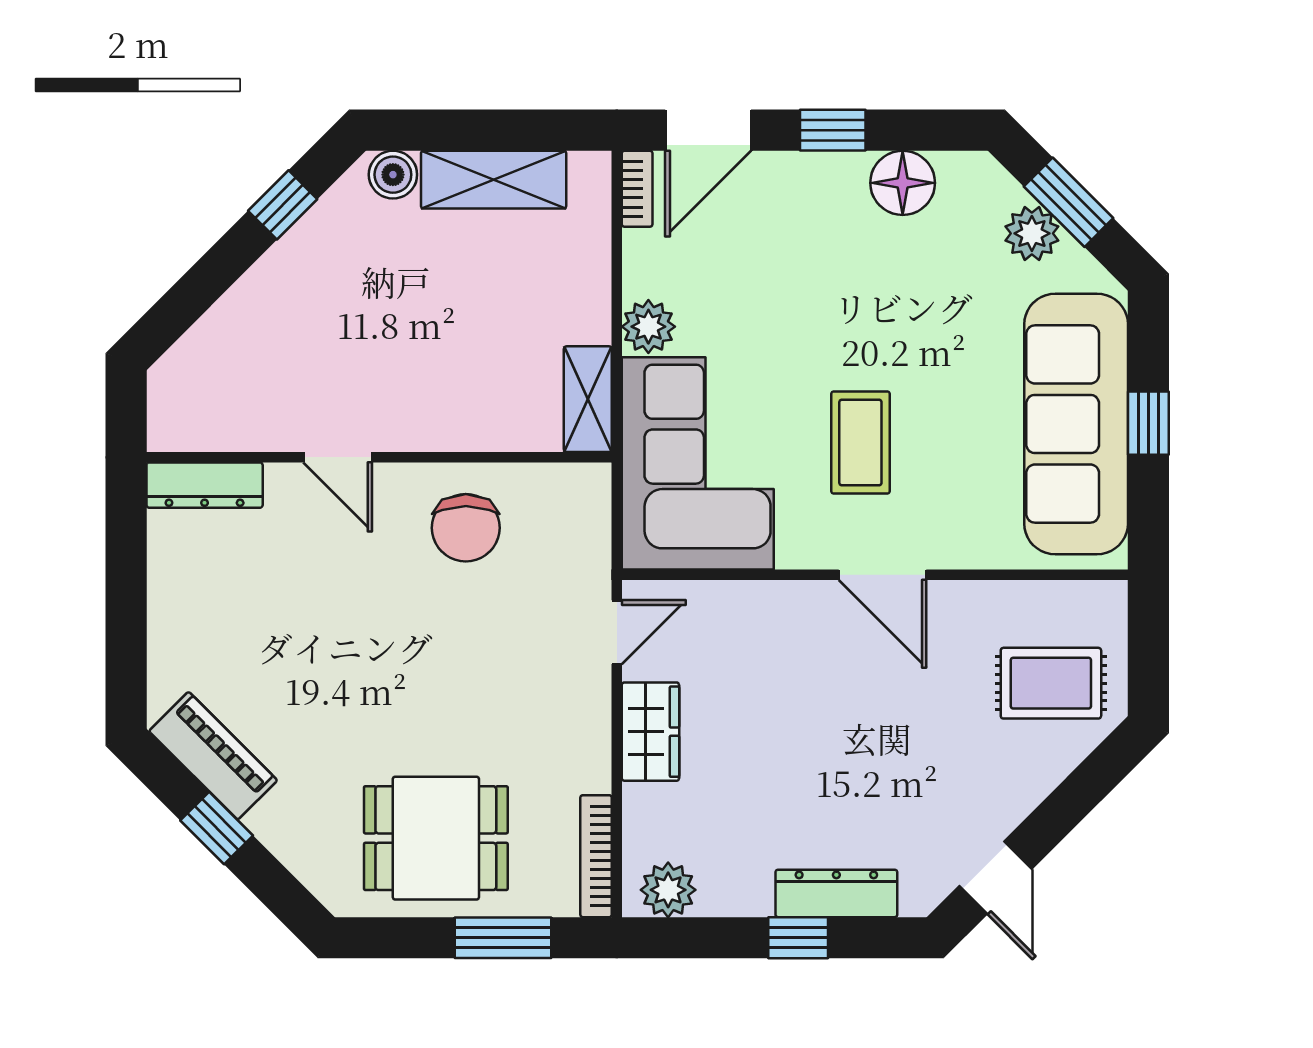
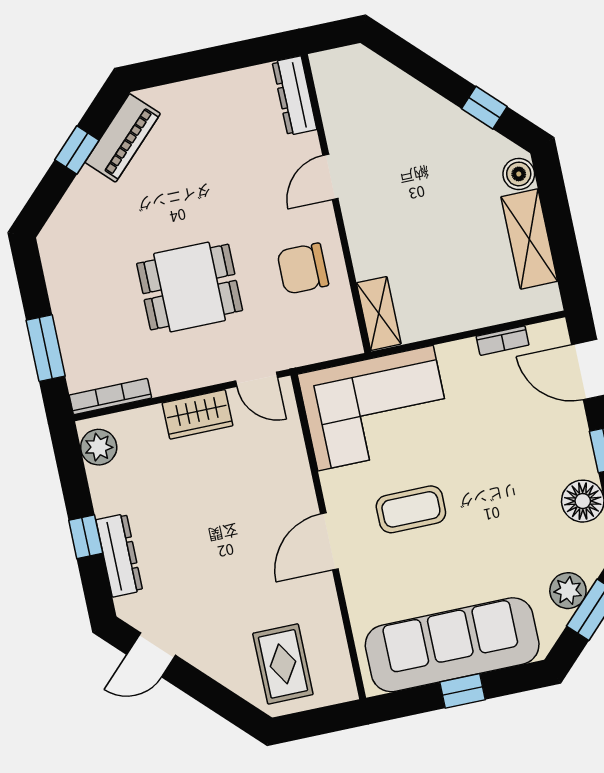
bookcase: (637, 189) -> (503, 341), moved
plant: (648, 327) -> (456, 358), removed
shelving: (588, 399) -> (379, 313), moved, turned 90
dining table: (436, 838) -> (190, 287), moved, turned 90

